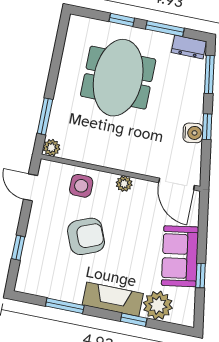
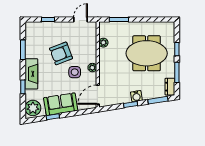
water cooler: (193, 133) -> (136, 96), moved
plant: (51, 148) -> (103, 43), moved
side table: (81, 186) -> (75, 72), moved
armchair: (86, 236) -> (61, 53), turned 91
plant: (158, 305) -> (33, 108), moved

